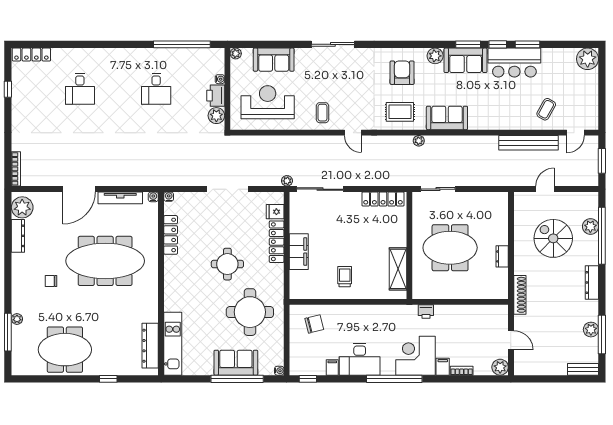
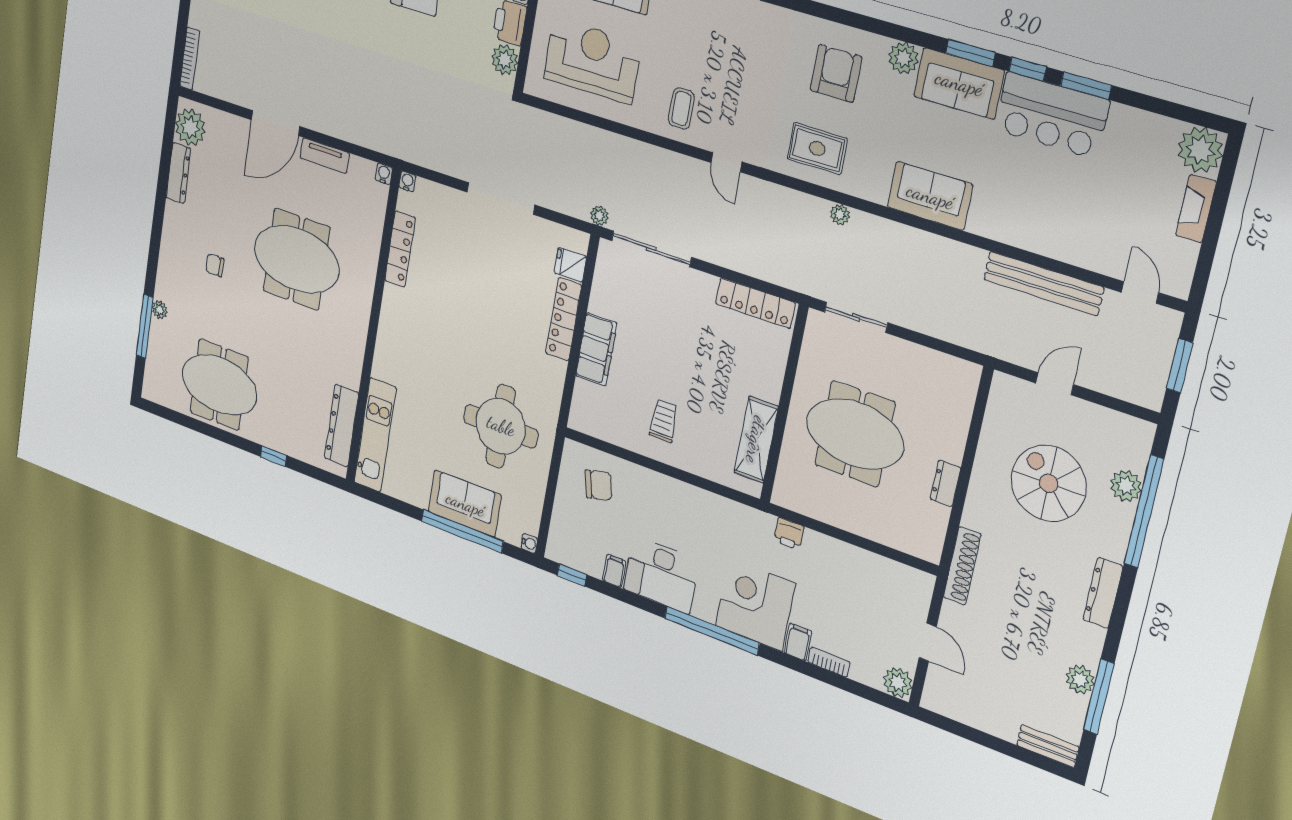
fireplace: (592, 86) -> (1196, 208), added
coffee table: (546, 109) -> (1093, 228), removed
sofa: (447, 118) -> (930, 196), moved
door: (575, 133) -> (1140, 292), swing flipped
tv unit: (120, 198) -> (325, 156), width x0.71
meeting table: (105, 261) -> (296, 259), width x0.73
round table: (227, 264) -> (479, 331), removed

